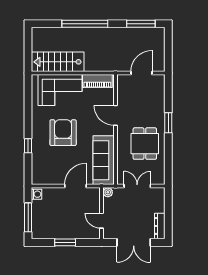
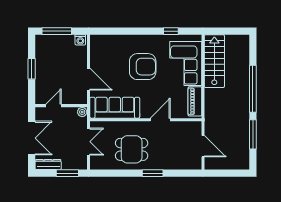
window: (141, 24) -> (253, 134), moved
window: (28, 146) -> (171, 31), moved
window: (168, 207) -> (67, 173), added
double door: (134, 242) -> (32, 138), swing flipped

